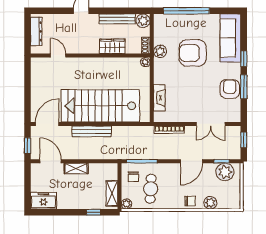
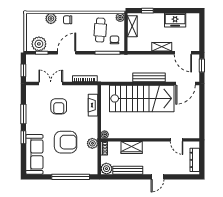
armchair: (230, 89) -> (59, 106), moved
freezer: (43, 201) -> (175, 20), moved

